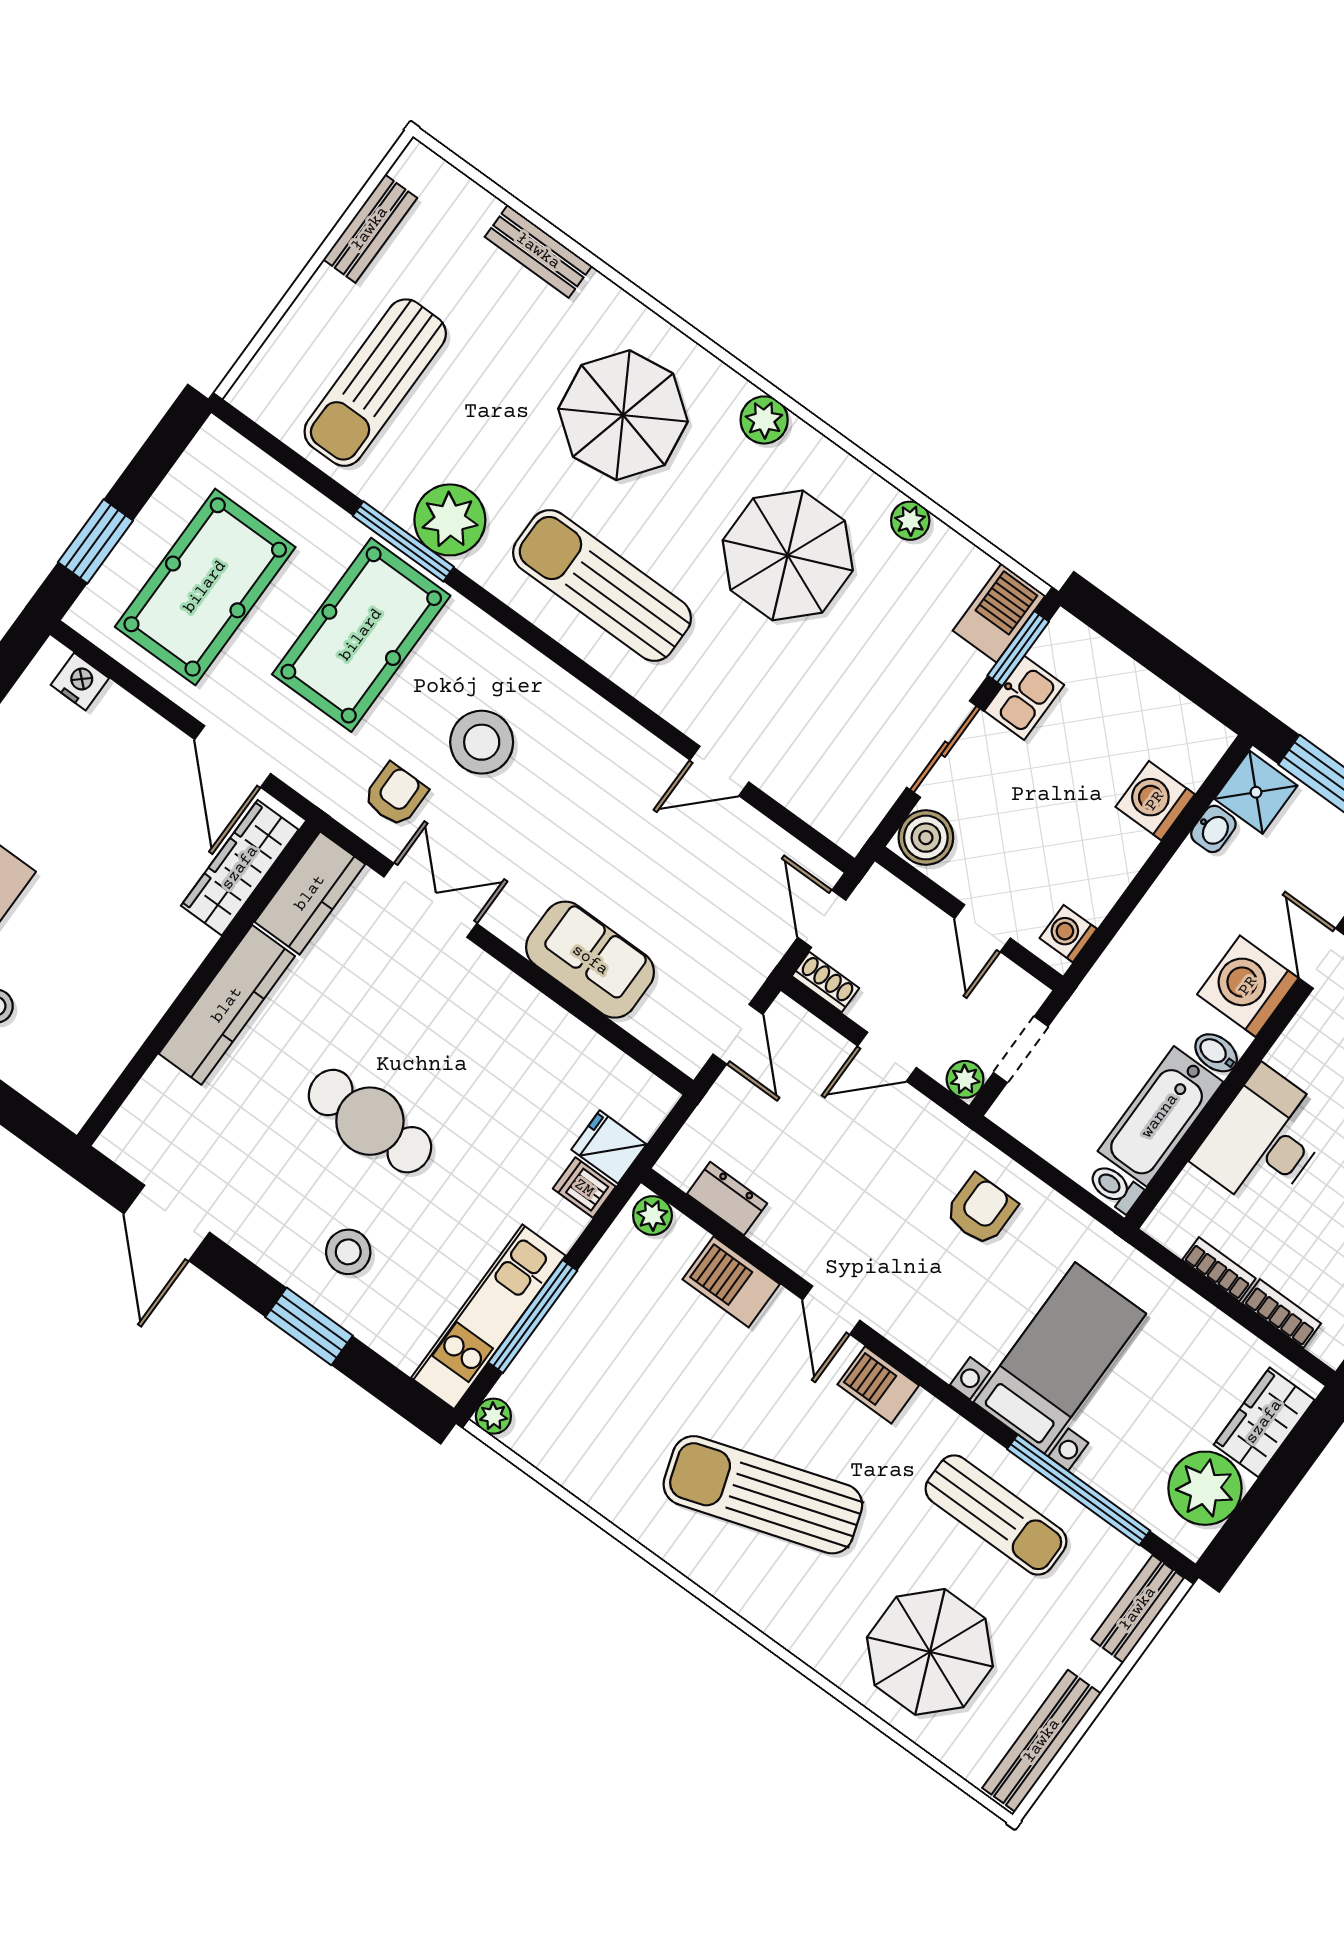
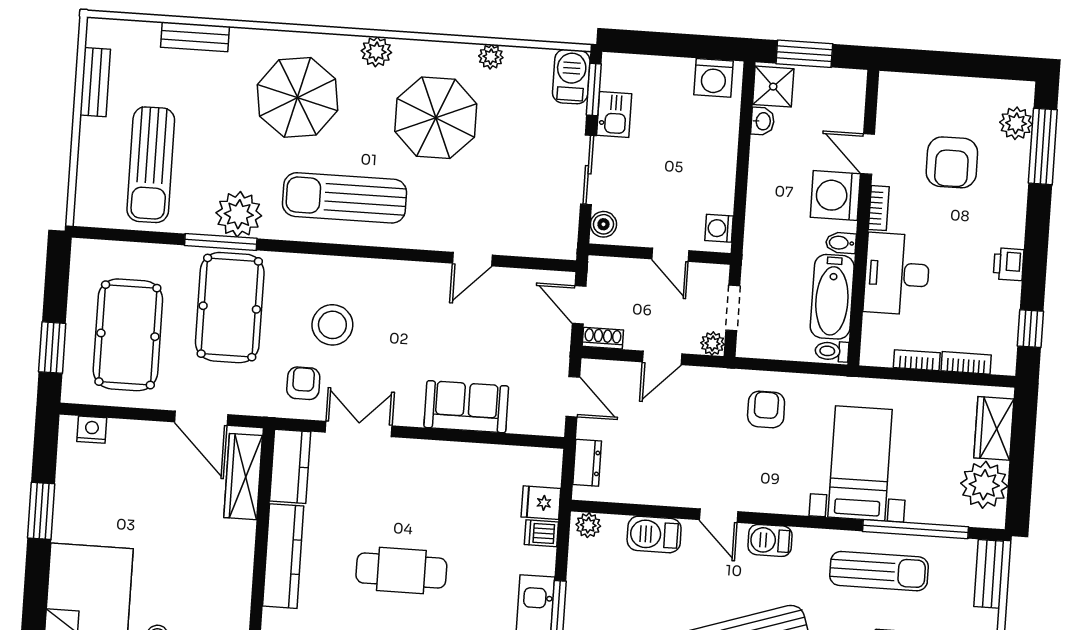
washing machine: (1155, 801) -> (714, 78), moved, turned -90
boiler: (926, 838) -> (603, 224), width x0.73, depth x0.73
bookcase: (1294, 1038) -> (879, 208), added
dresser: (727, 1199) -> (587, 463), moved, turned 90

